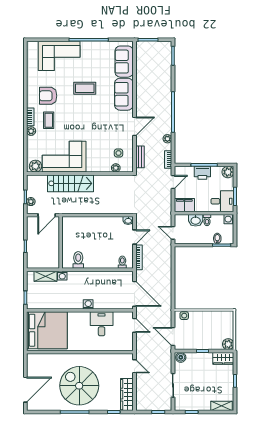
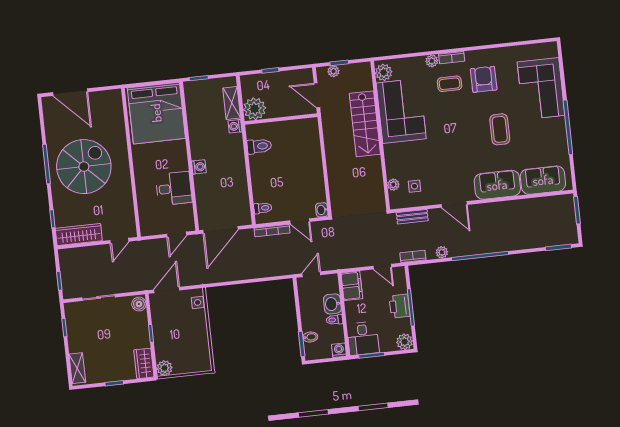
plant: (51, 260) -> (255, 109), added

